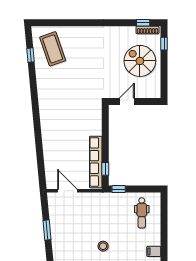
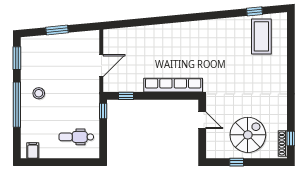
window: (164, 44) -> (237, 162), moved
coffee table: (53, 49) -> (261, 36), turned -71
row of seats: (96, 162) -> (173, 85), moved
door: (67, 191) -> (101, 66), moved

